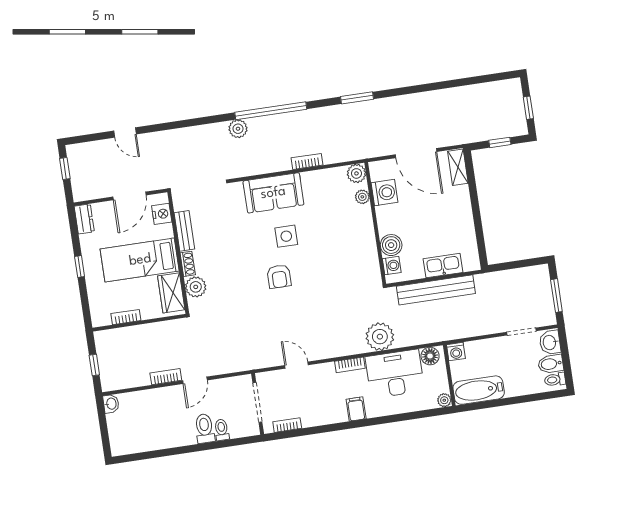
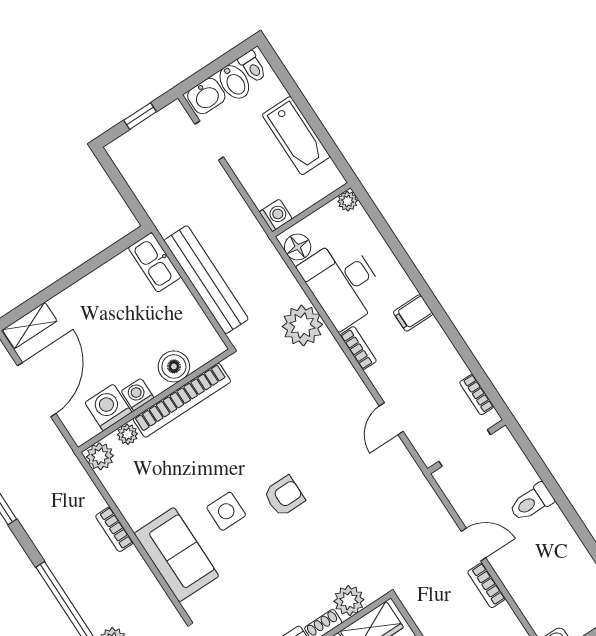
bookcase: (368, 240) -> (182, 400), added
washing machine: (392, 266) -> (137, 395), moved
kitchen sink: (443, 266) -> (155, 262), moved
window: (556, 296) -> (140, 116), width x0.67
bathtub: (479, 390) -> (296, 136), moved
toilet: (222, 430) -> (523, 479), removed

